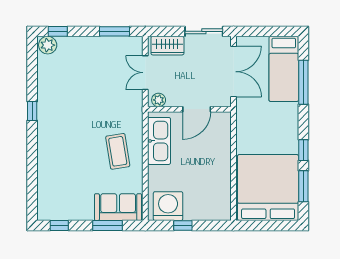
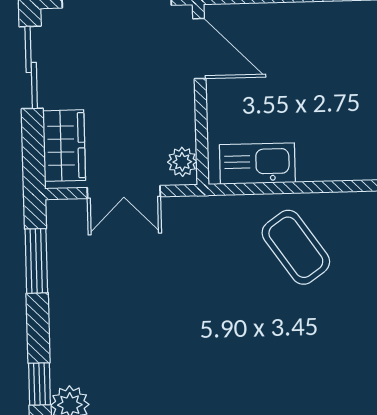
door: (197, 109) -> (199, 49), moved
kitchen sink: (159, 141) -> (257, 164), width x0.73, depth x0.81
coffee table: (118, 151) -> (296, 247), turned 64

